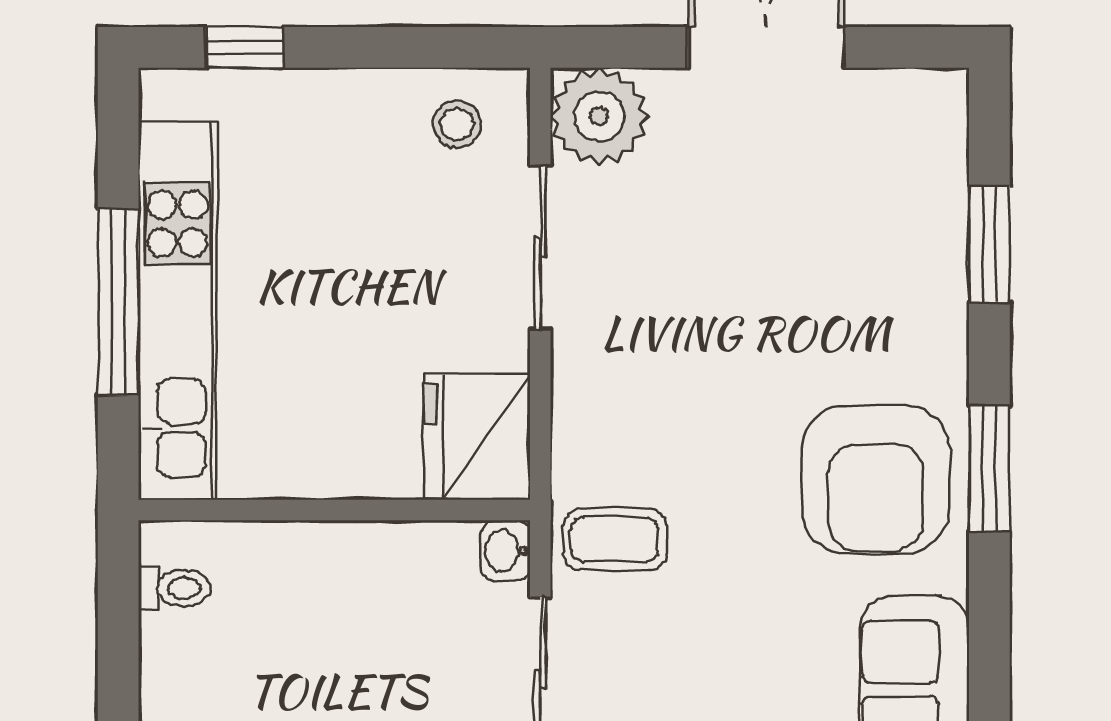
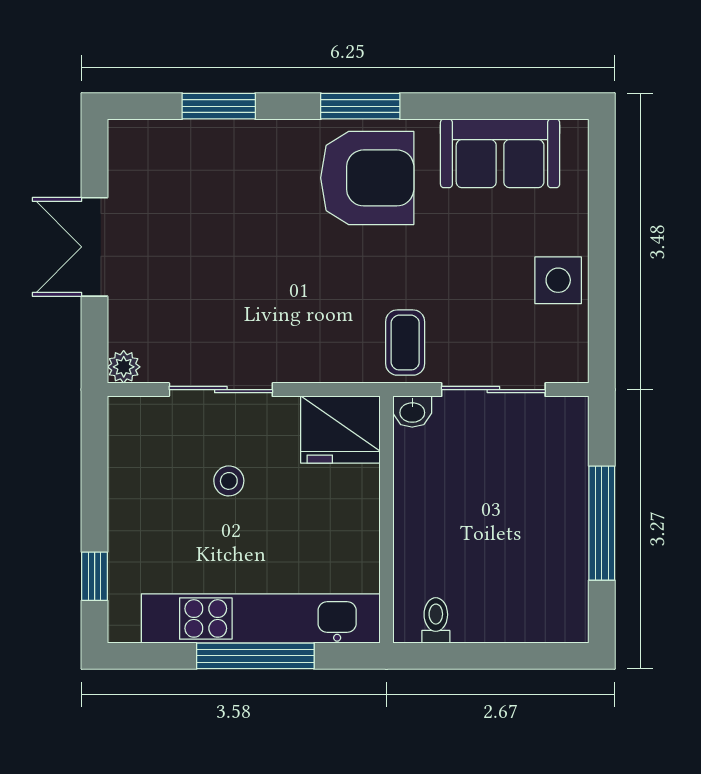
plant: (599, 116) -> (124, 367), width x0.53, depth x0.53
stool: (457, 124) -> (229, 481), moved

